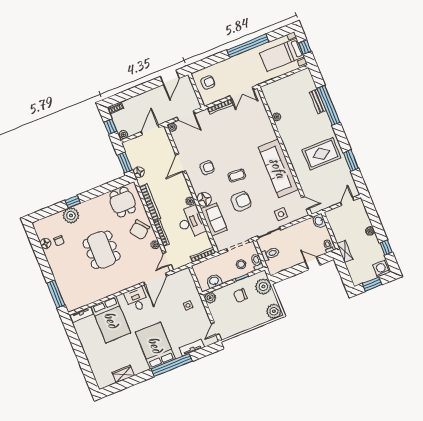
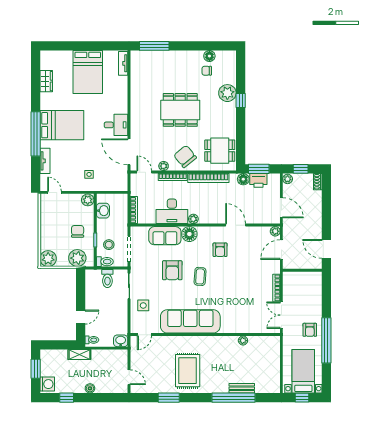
armchair: (208, 82) -> (310, 330), moved
printer: (135, 159) -> (258, 180), added
bed: (111, 320) -> (88, 72), moved, turned -90

